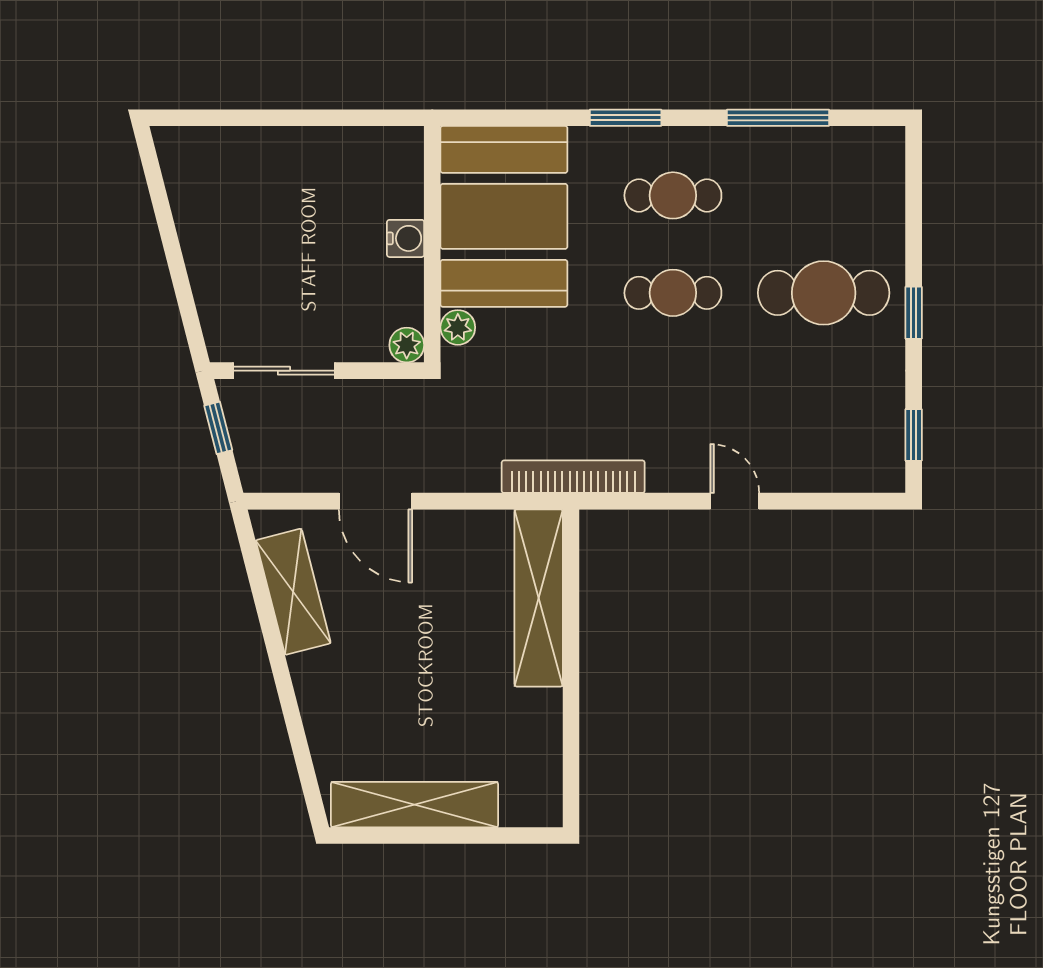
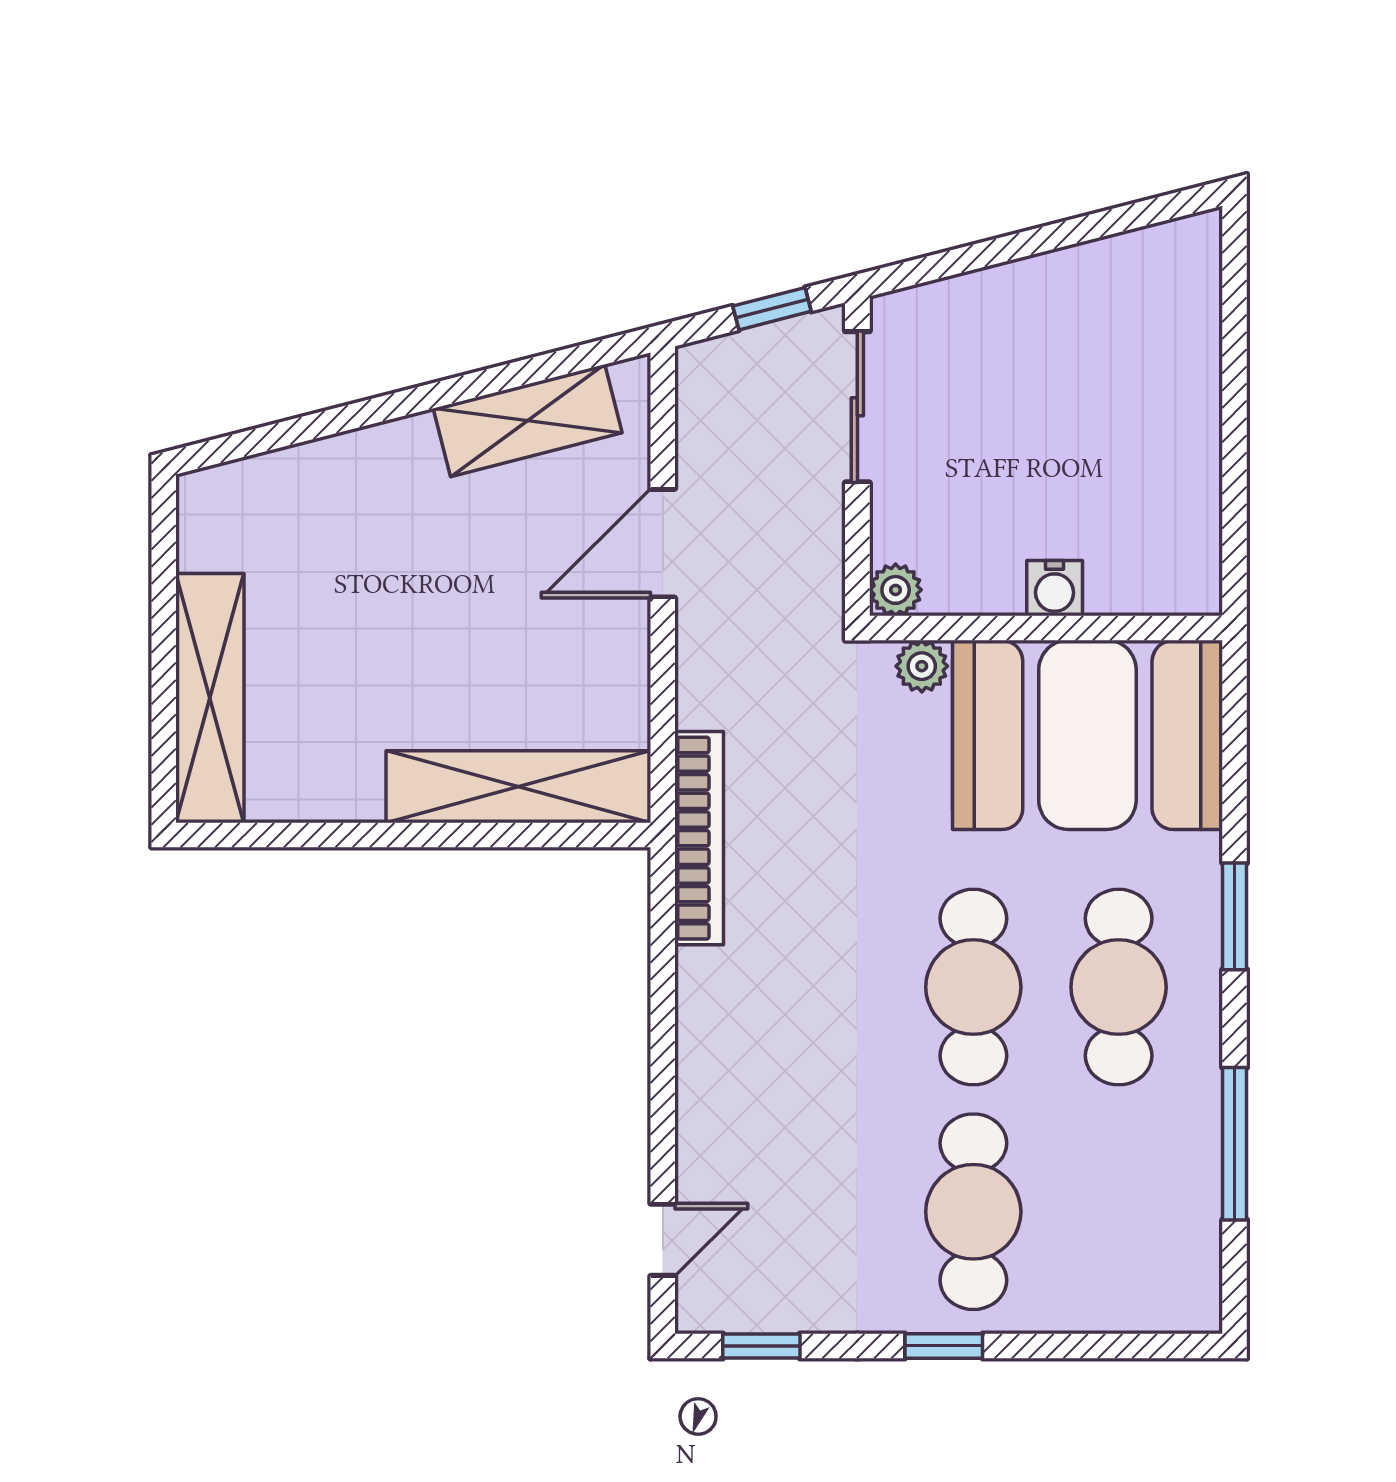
cafe table: (673, 195) -> (1119, 987), width x1.37, depth x1.35
cafe table: (673, 293) -> (973, 987), width x1.37, depth x1.35
door: (735, 501) -> (663, 1240), moved
shelving: (415, 805) -> (210, 698), moved

